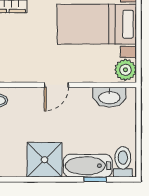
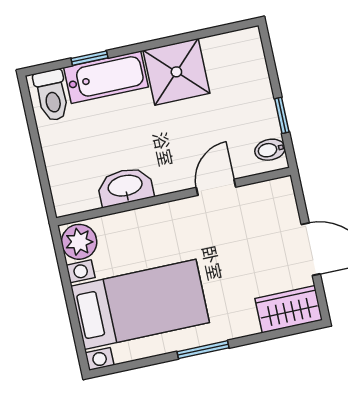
door: (56, 85) -> (216, 187), moved
washbasin: (109, 97) -> (125, 187), moved

